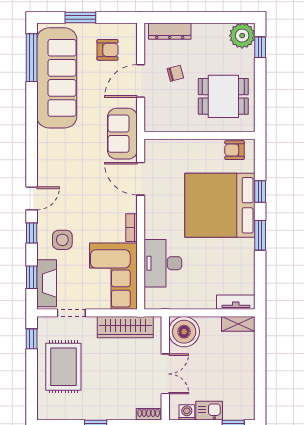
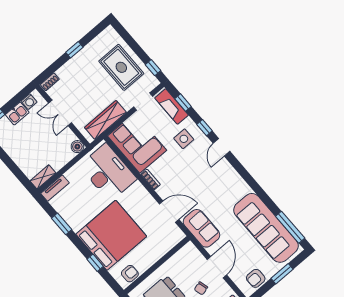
armchair: (108, 50) -> (256, 278), moved
window: (260, 235) -> (62, 224), moved
desk: (163, 263) -> (108, 172), width x1.36, depth x1.30
boiler: (184, 332) -> (77, 147), width x0.54, depth x0.54

